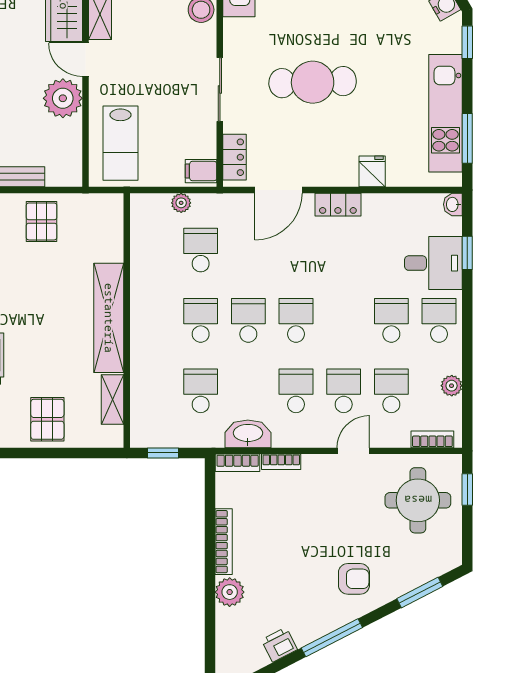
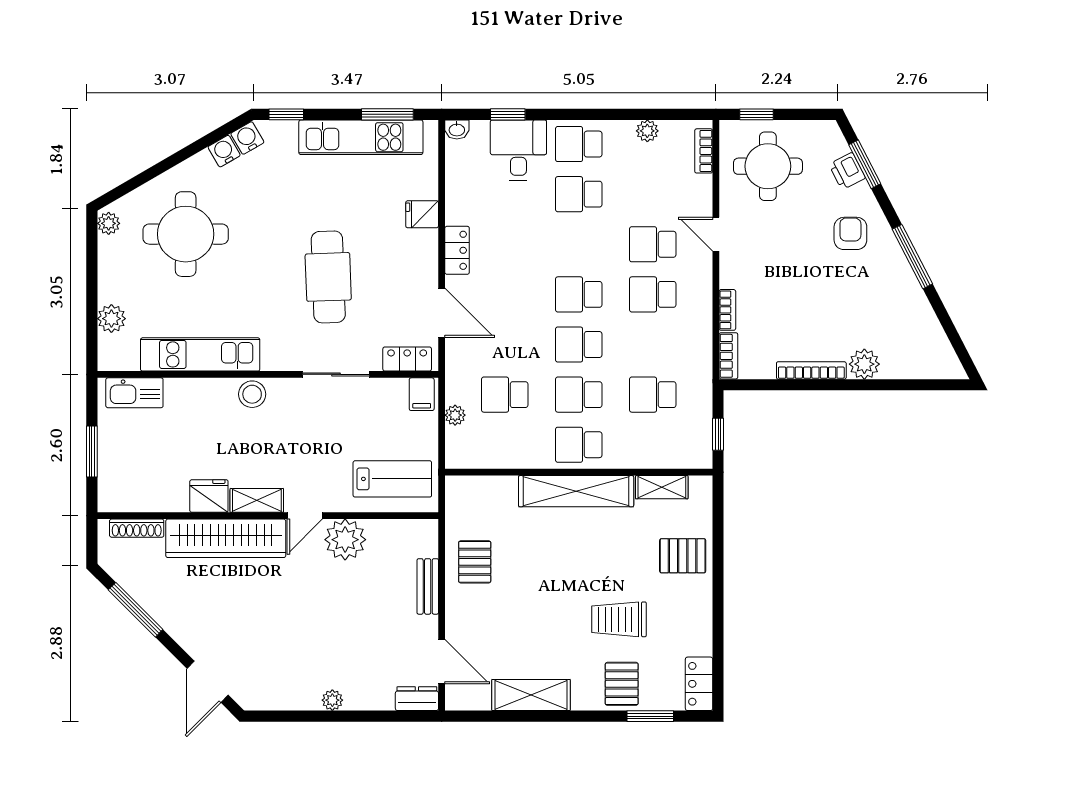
pallet: (42, 221) -> (475, 562), turned 90
school desk: (391, 391) -> (579, 445), moved
washbasin: (248, 434) -> (698, 345), removed
printer: (279, 645) -> (847, 171), moved

